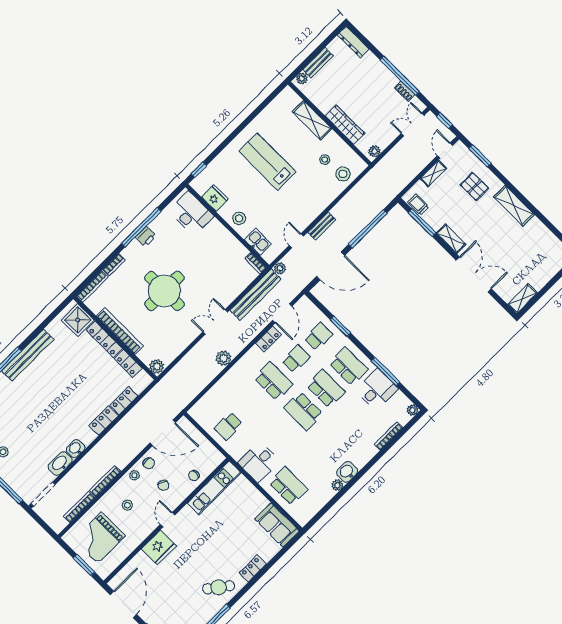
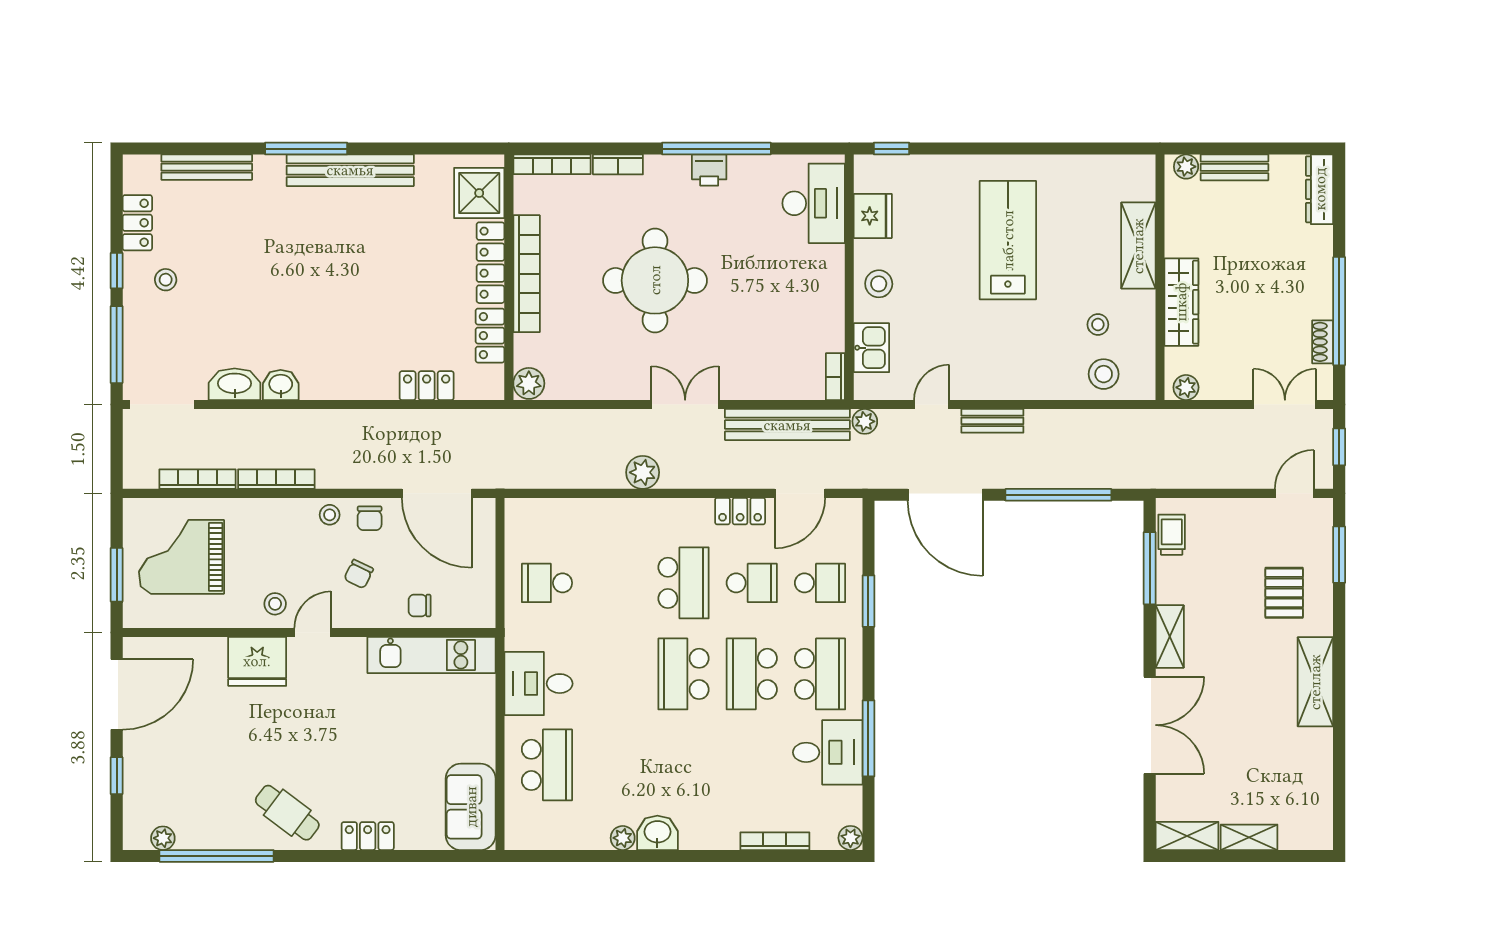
shelving: (433, 174) -> (1249, 837), moved
school desk: (326, 389) -> (752, 674), turned 180
locker: (104, 421) -> (366, 385), removed
stool: (127, 505) -> (275, 604), moved

